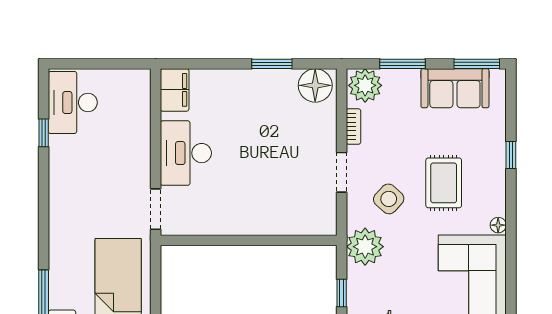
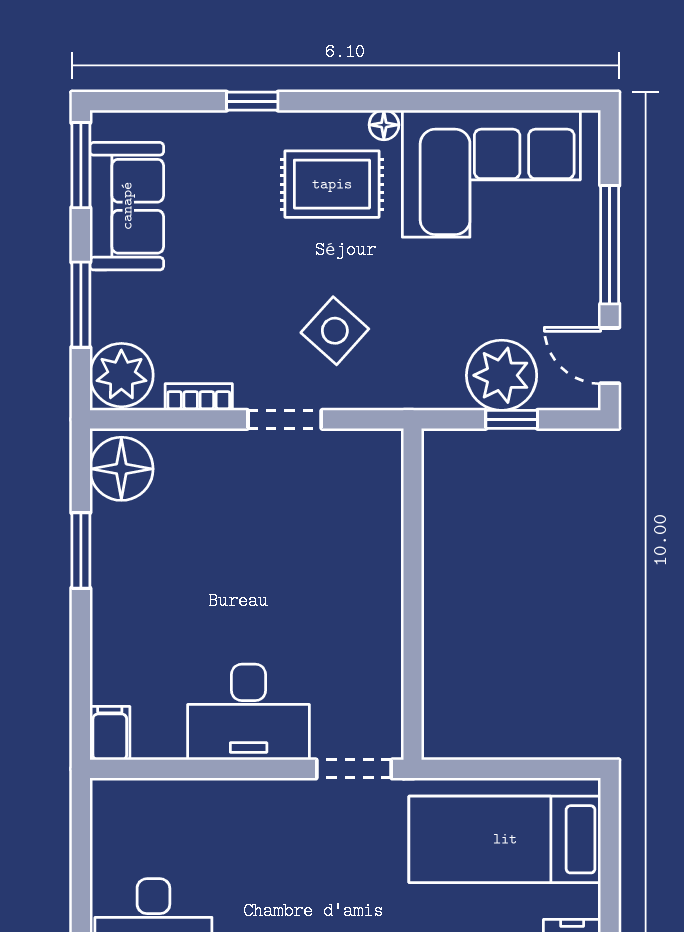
filing cabinet: (175, 90) -> (110, 733), width x0.50
rug: (444, 183) -> (332, 184), moved
plant: (365, 247) -> (502, 375), moved

